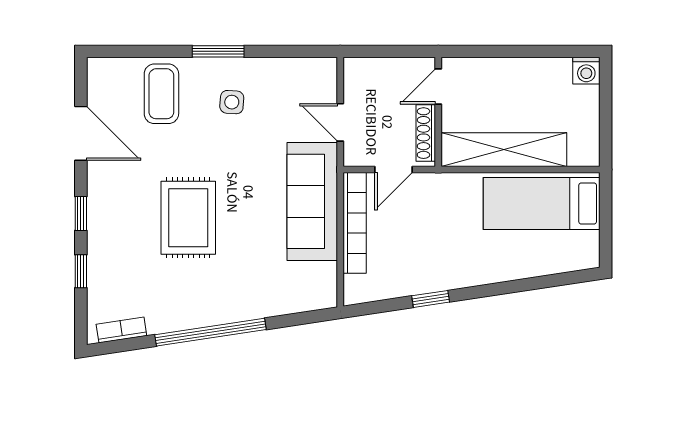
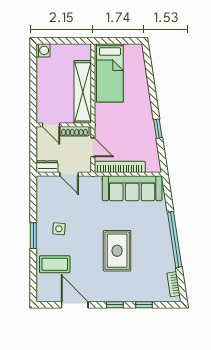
dresser: (355, 79) -> (47, 167), added
door: (340, 122) -> (69, 174), hinge flipped
door: (81, 133) -> (75, 305), hinge flipped
sofa: (312, 201) -> (132, 188), moved
rug: (188, 218) -> (117, 251), turned 90

